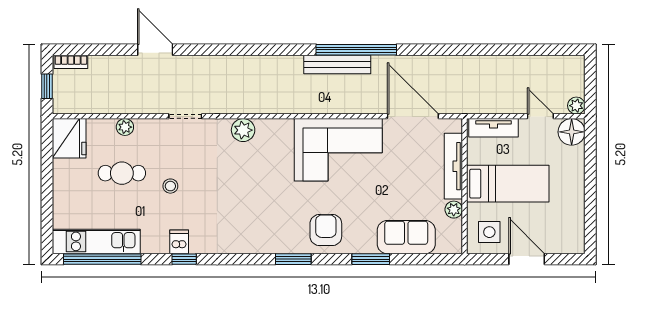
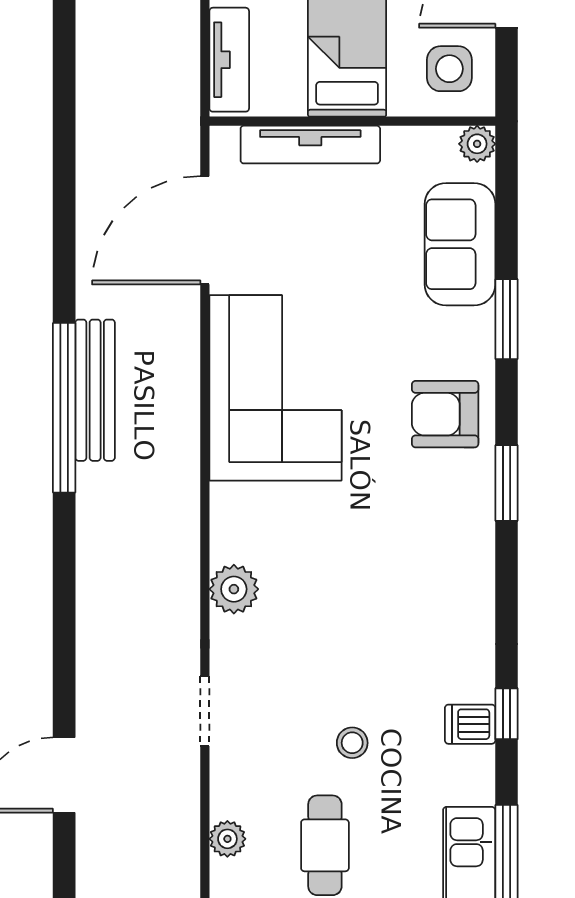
window: (356, 50) -> (64, 408), moved
plant: (454, 210) -> (477, 144), moved

